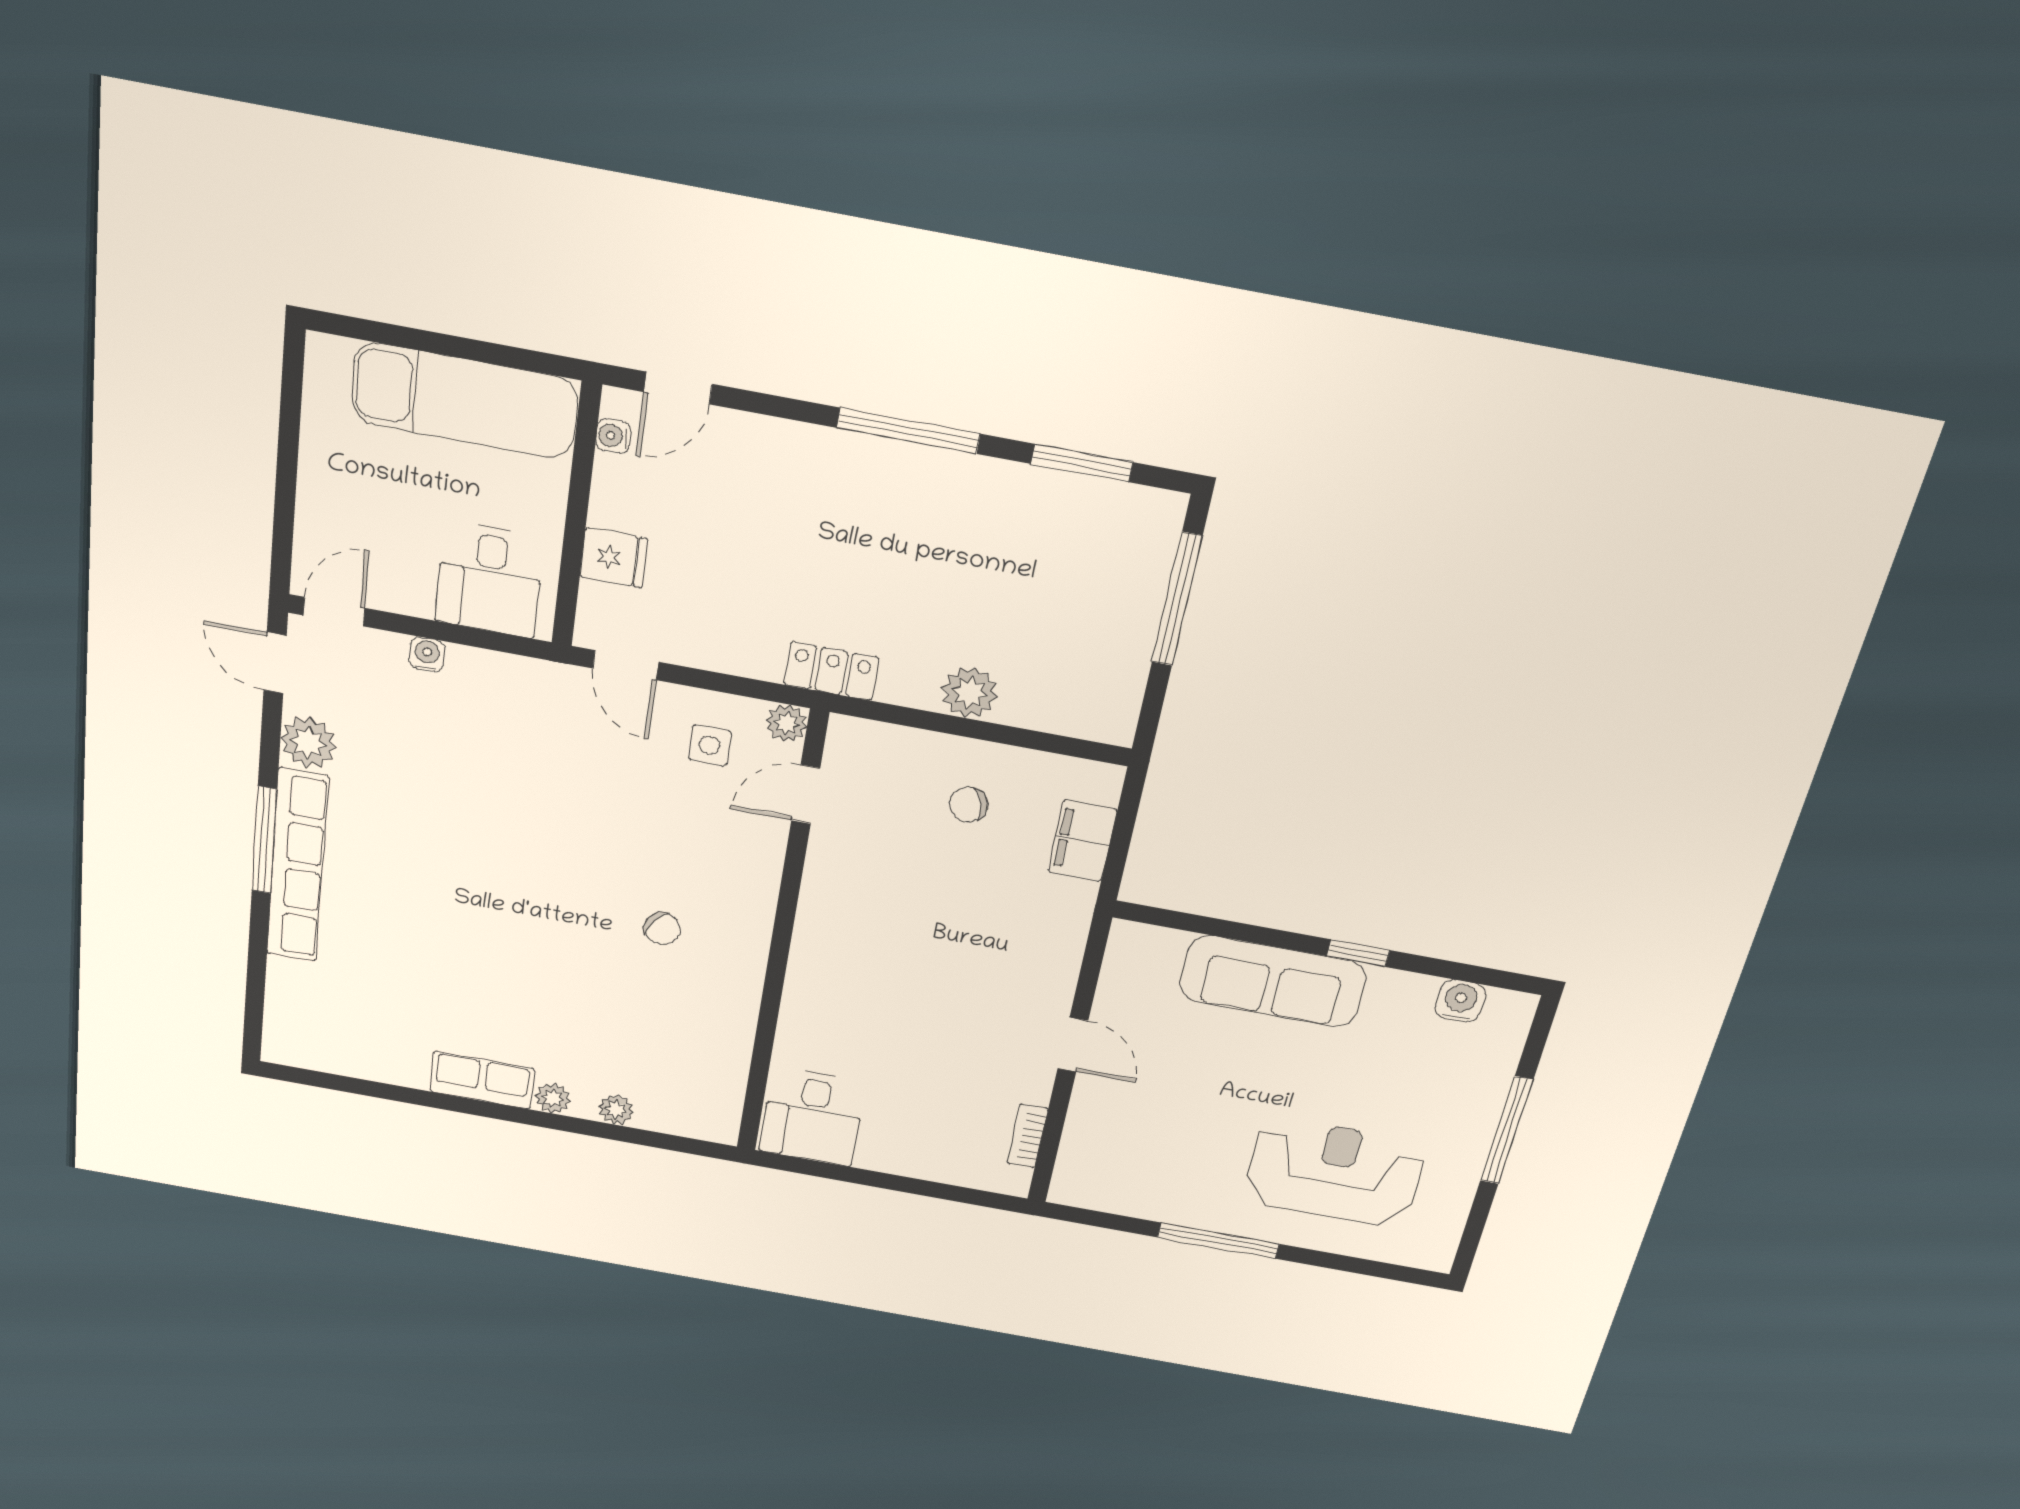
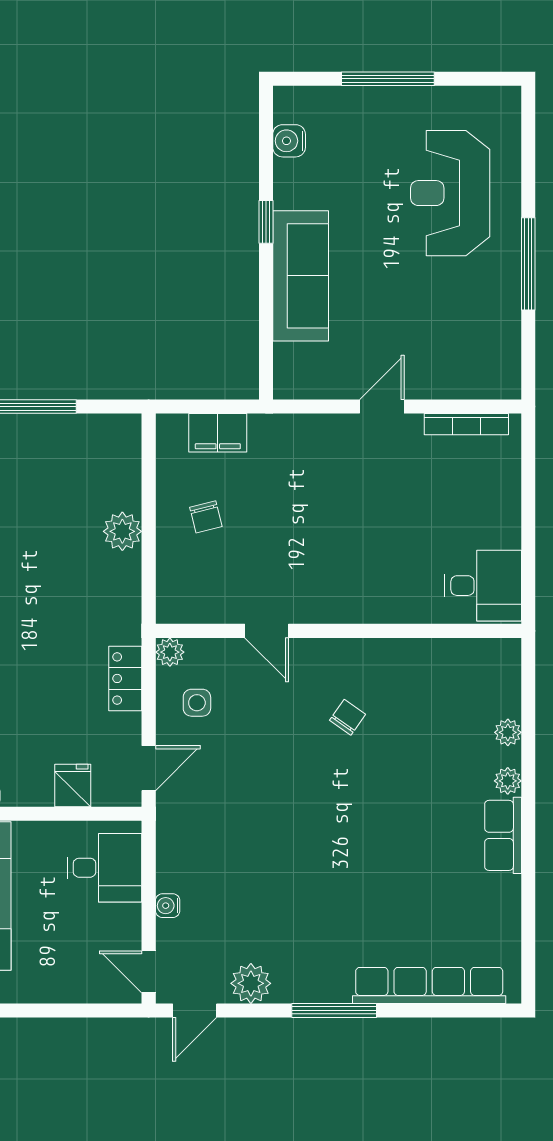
locker: (831, 671) -> (125, 678), moved
door: (806, 794) -> (267, 631), moved
row of seats: (297, 866) -> (429, 985), moved
bookcase: (1027, 1136) -> (466, 424), width x1.56

